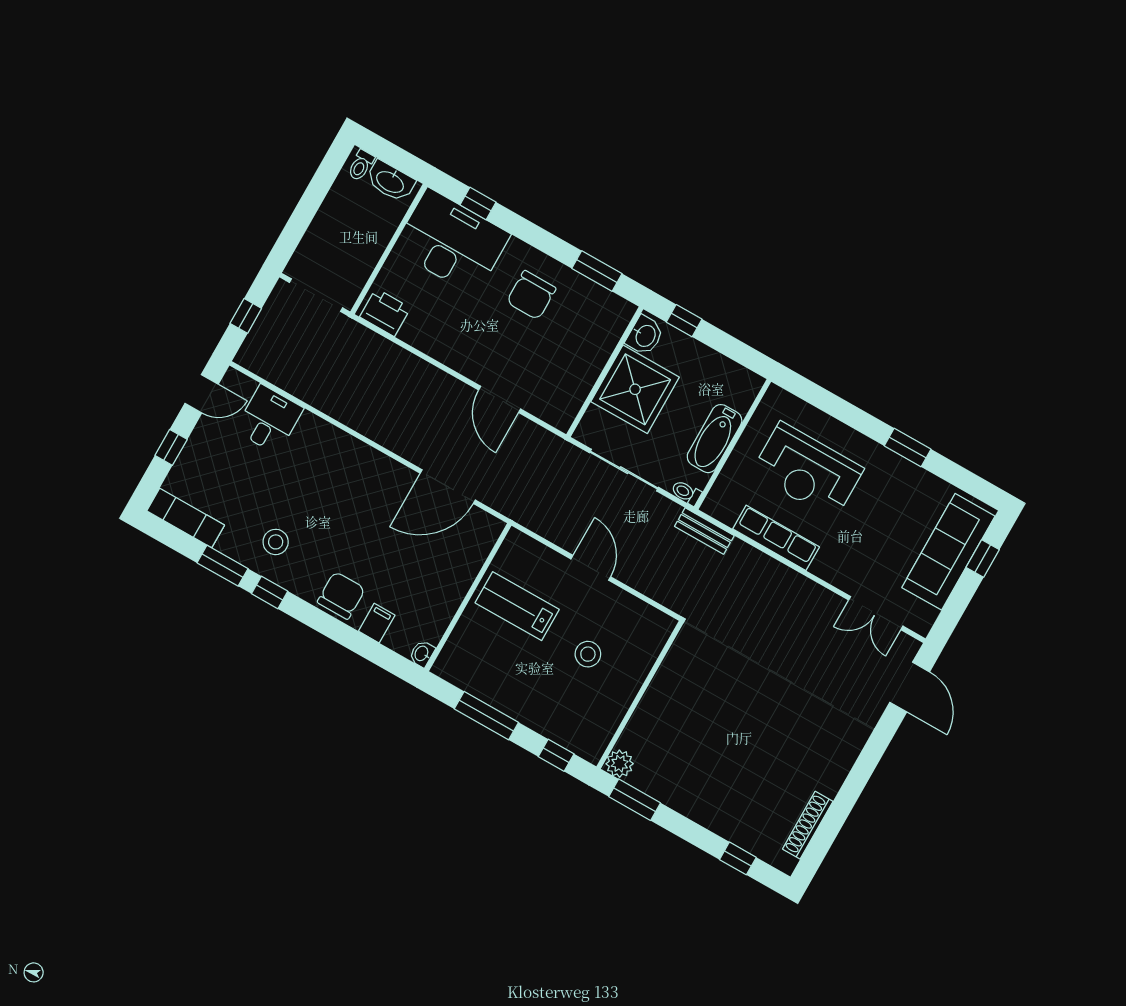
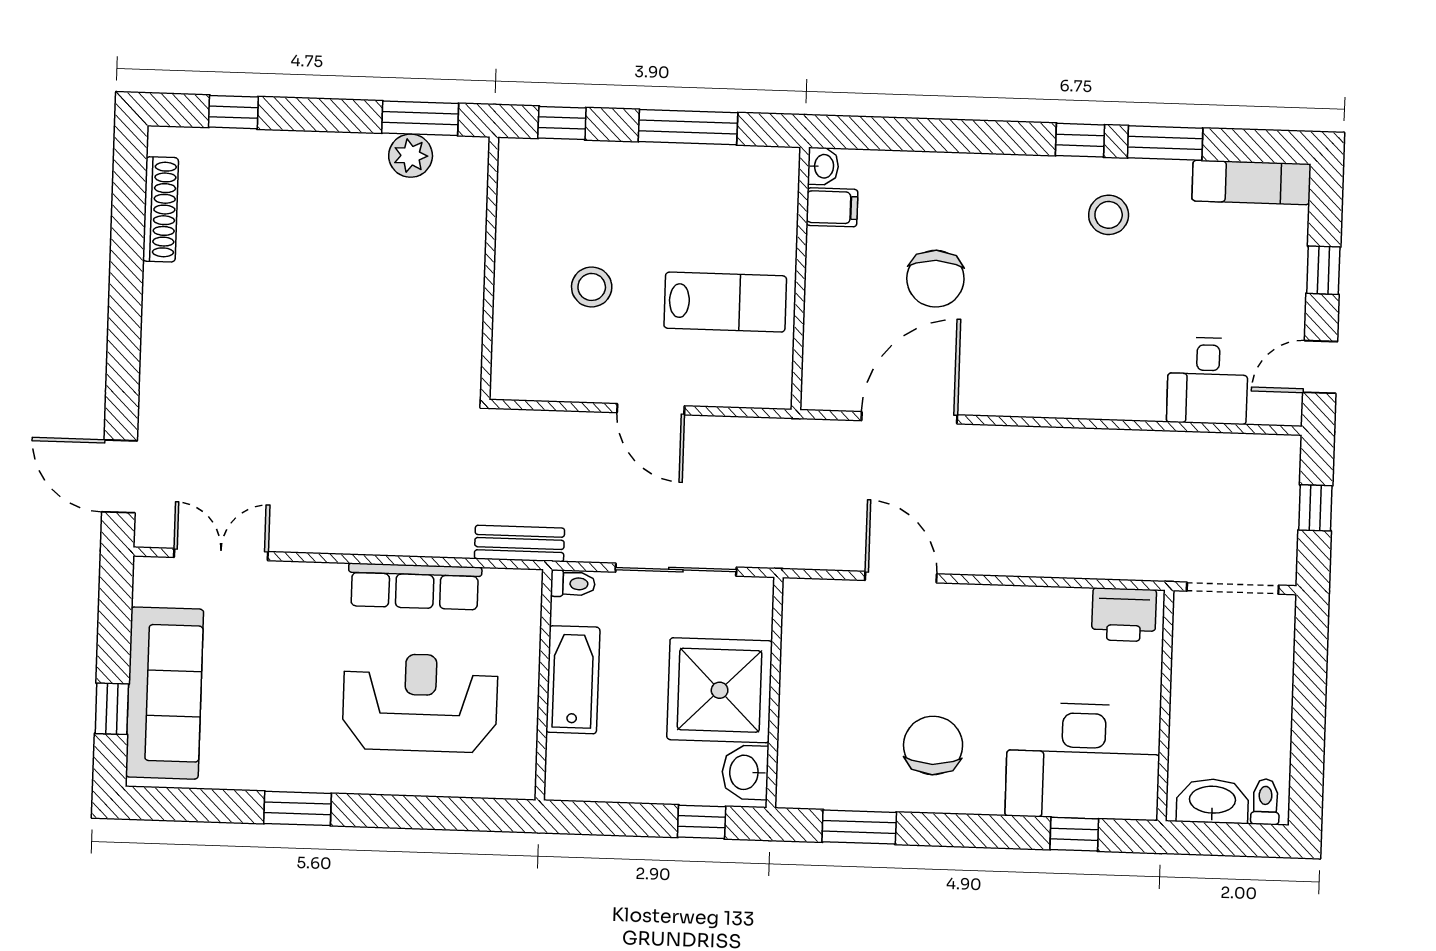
chair: (341, 595) -> (935, 279), moved
filing cabinet: (377, 623) -> (832, 207), moved, turned -90
plant: (620, 764) -> (411, 156), moved

